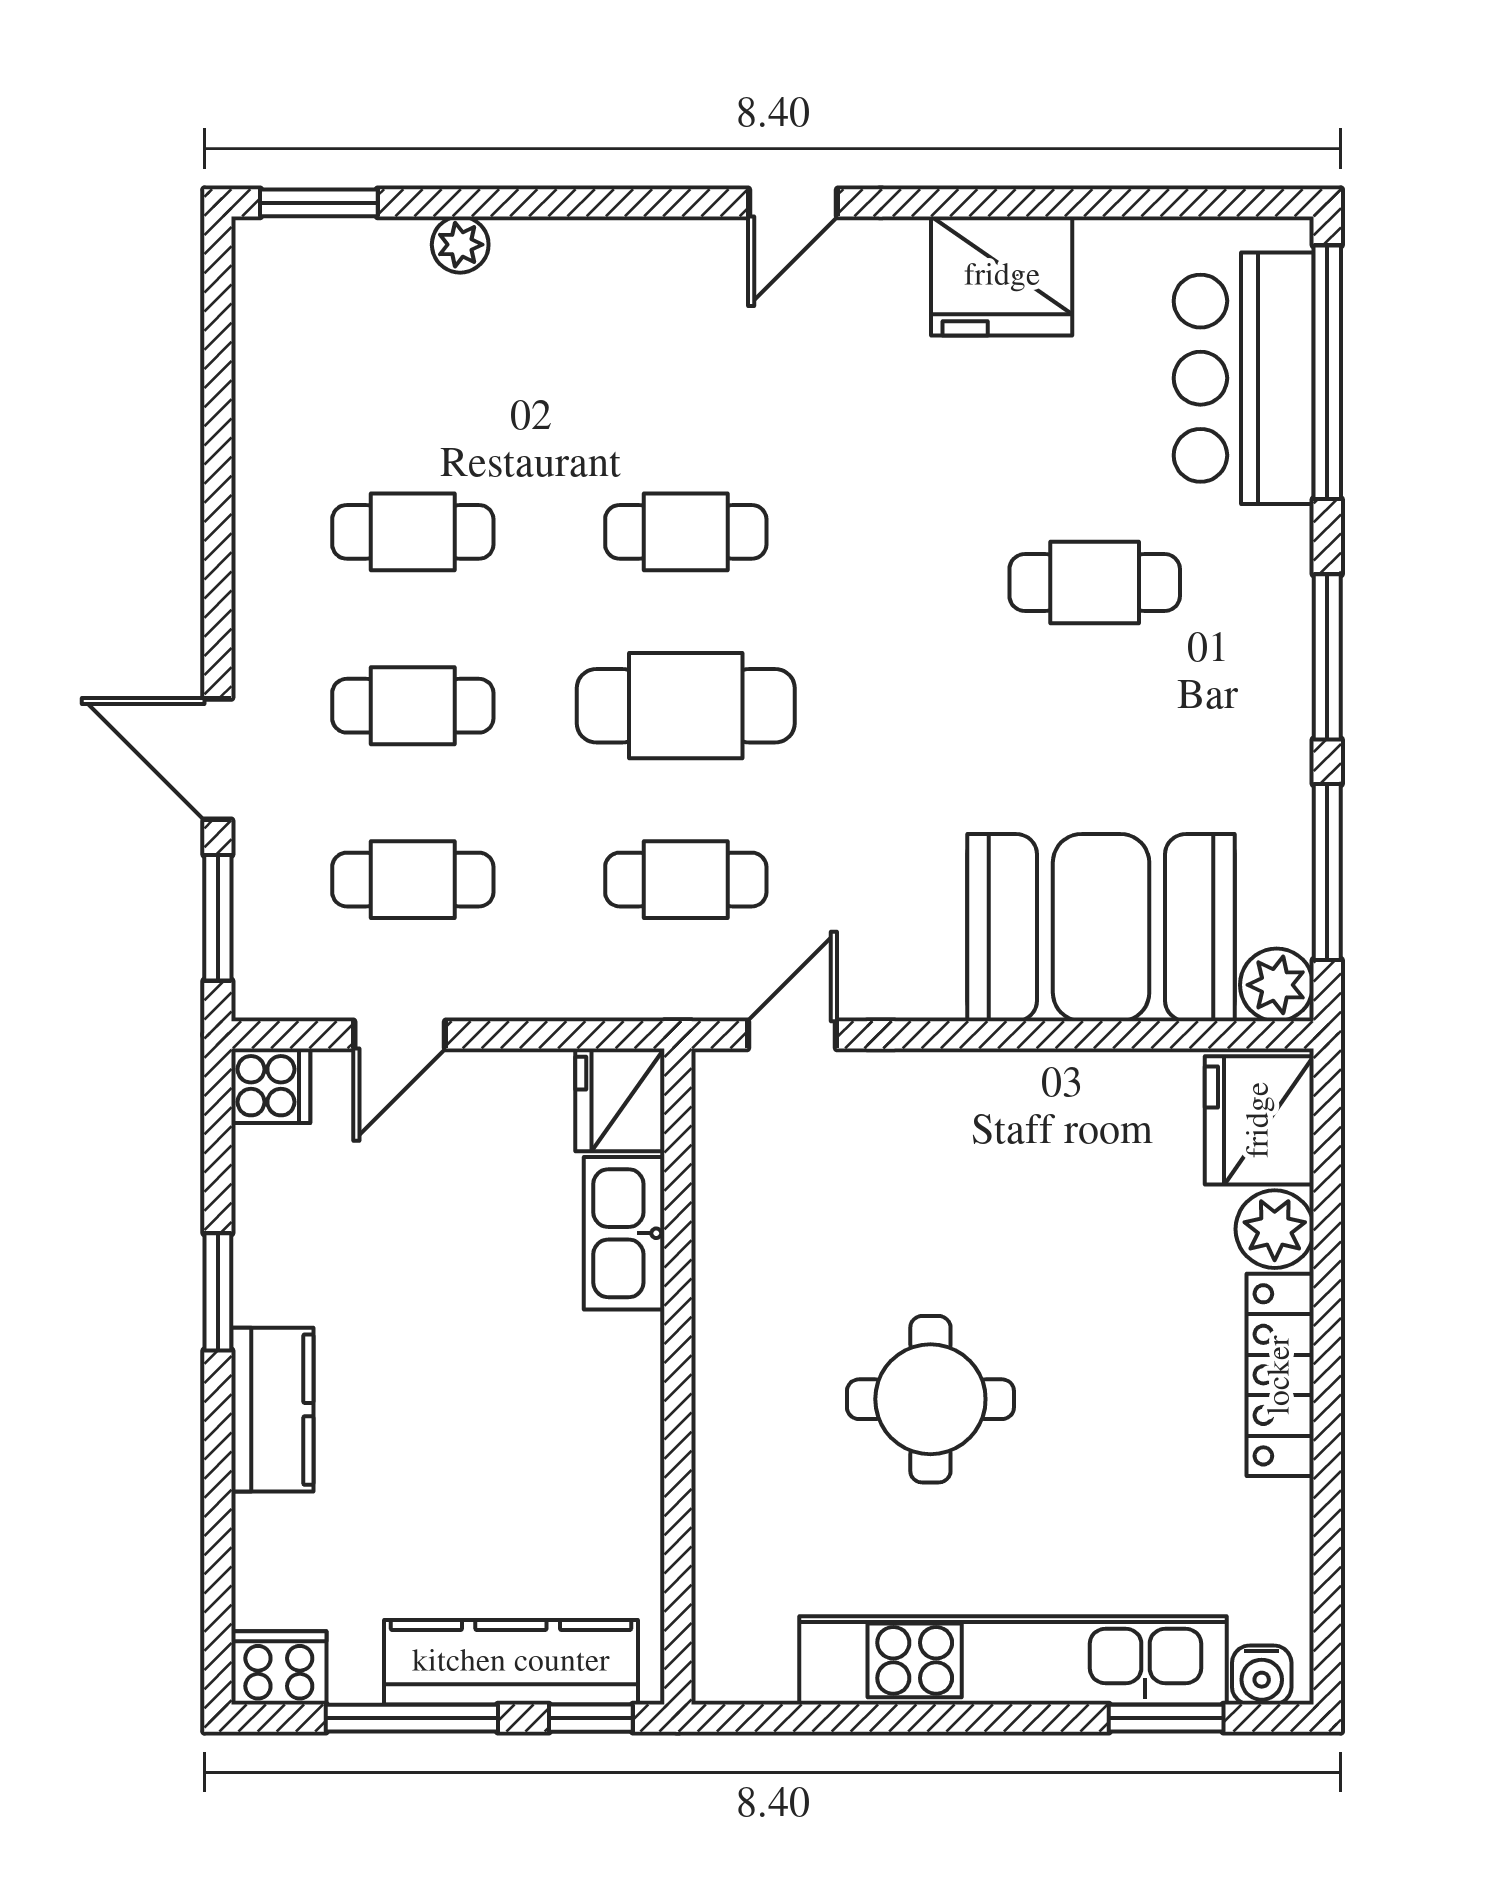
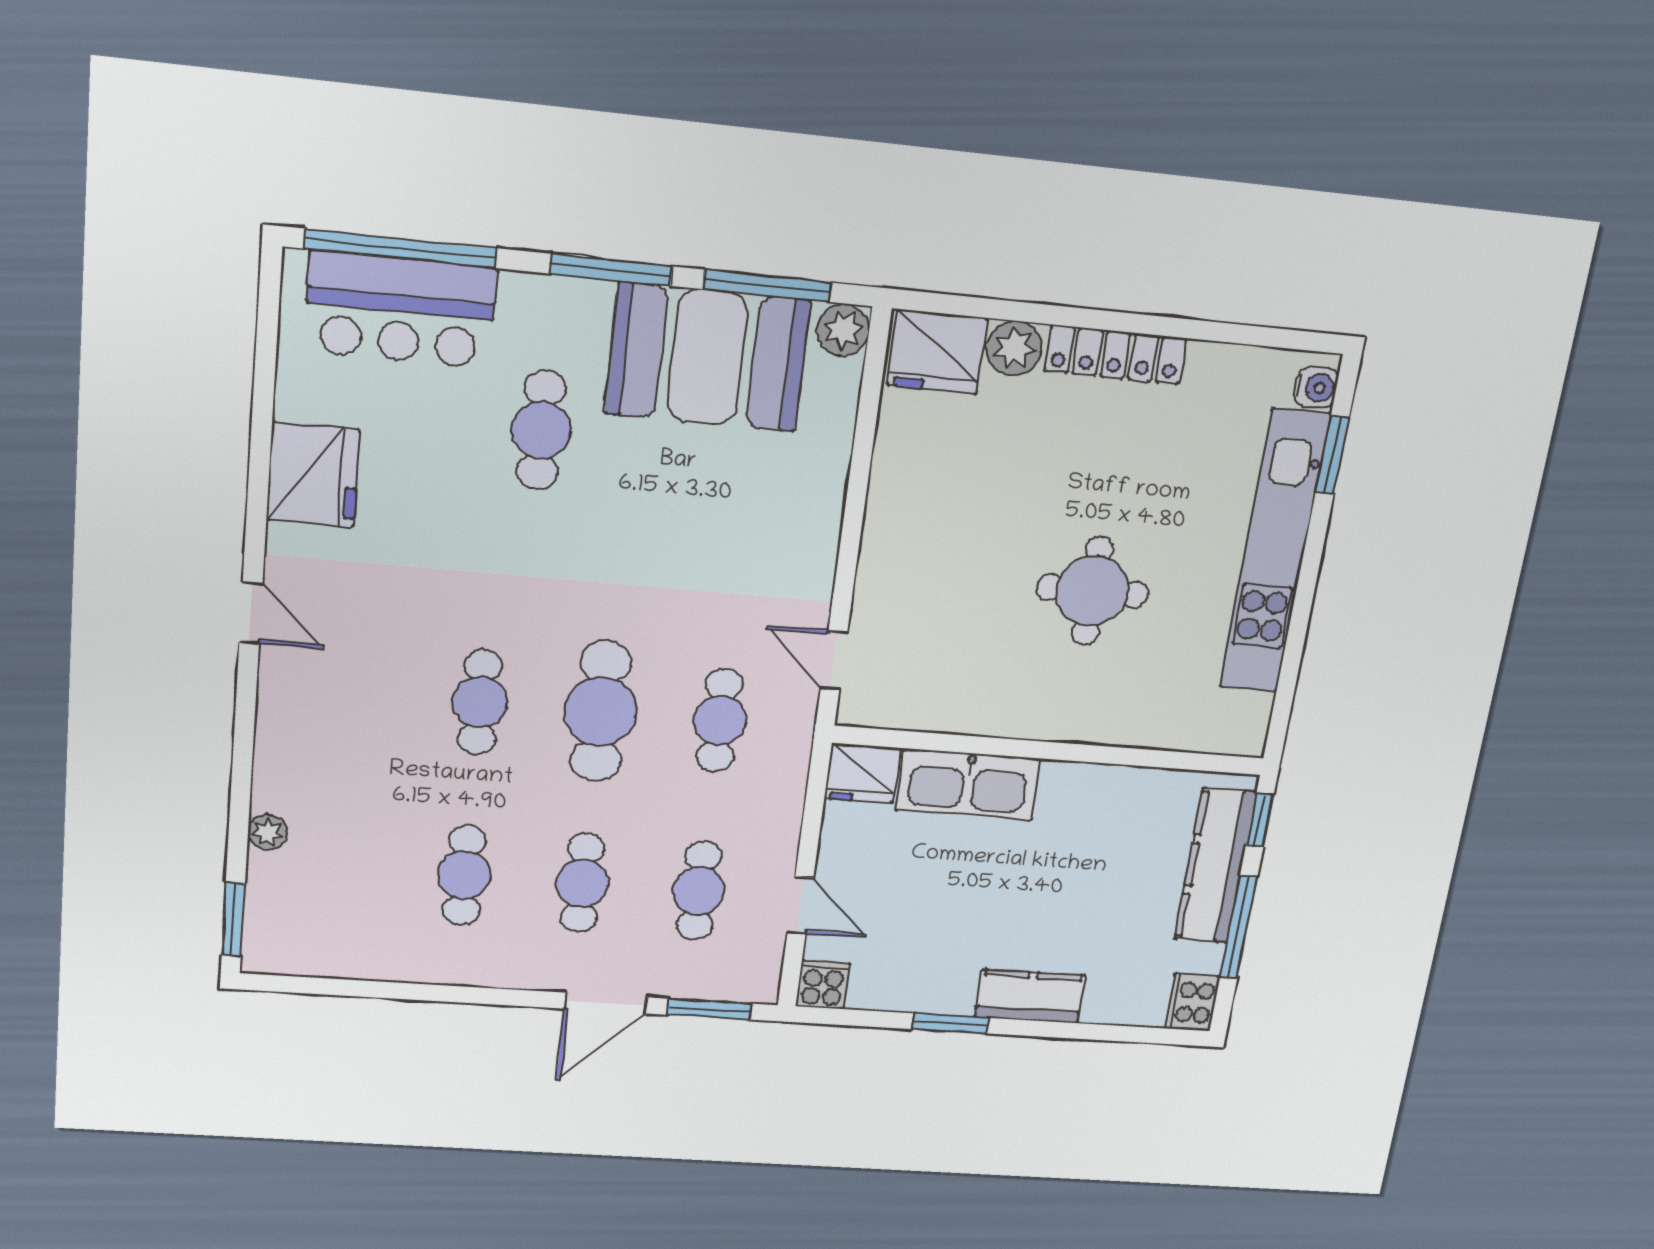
booth: (1101, 928) -> (707, 357), moved, turned 90
kitchen sink: (624, 1233) -> (968, 784), width x1.36, depth x1.24

